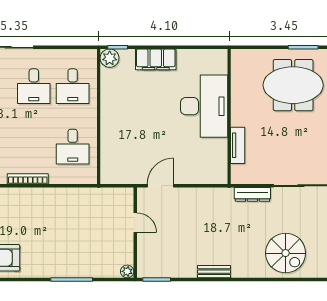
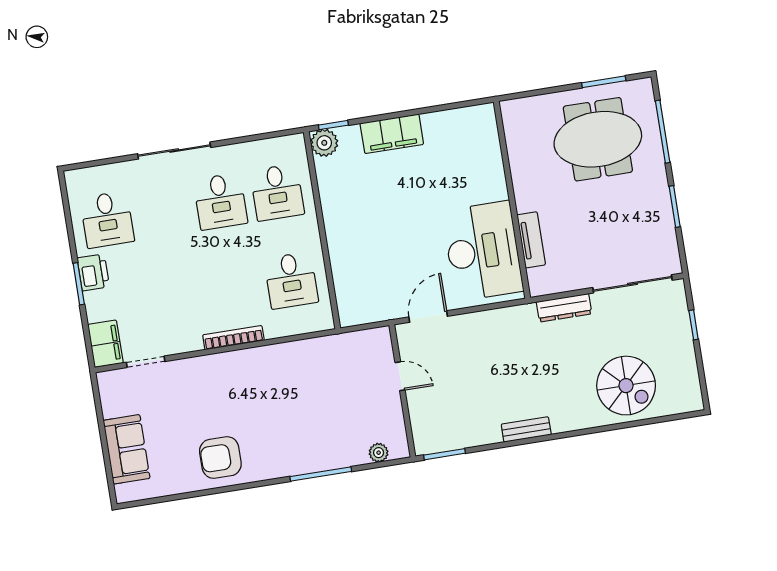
desk: (204, 106) -> (483, 251), moved
plant: (127, 271) -> (379, 453), moved

